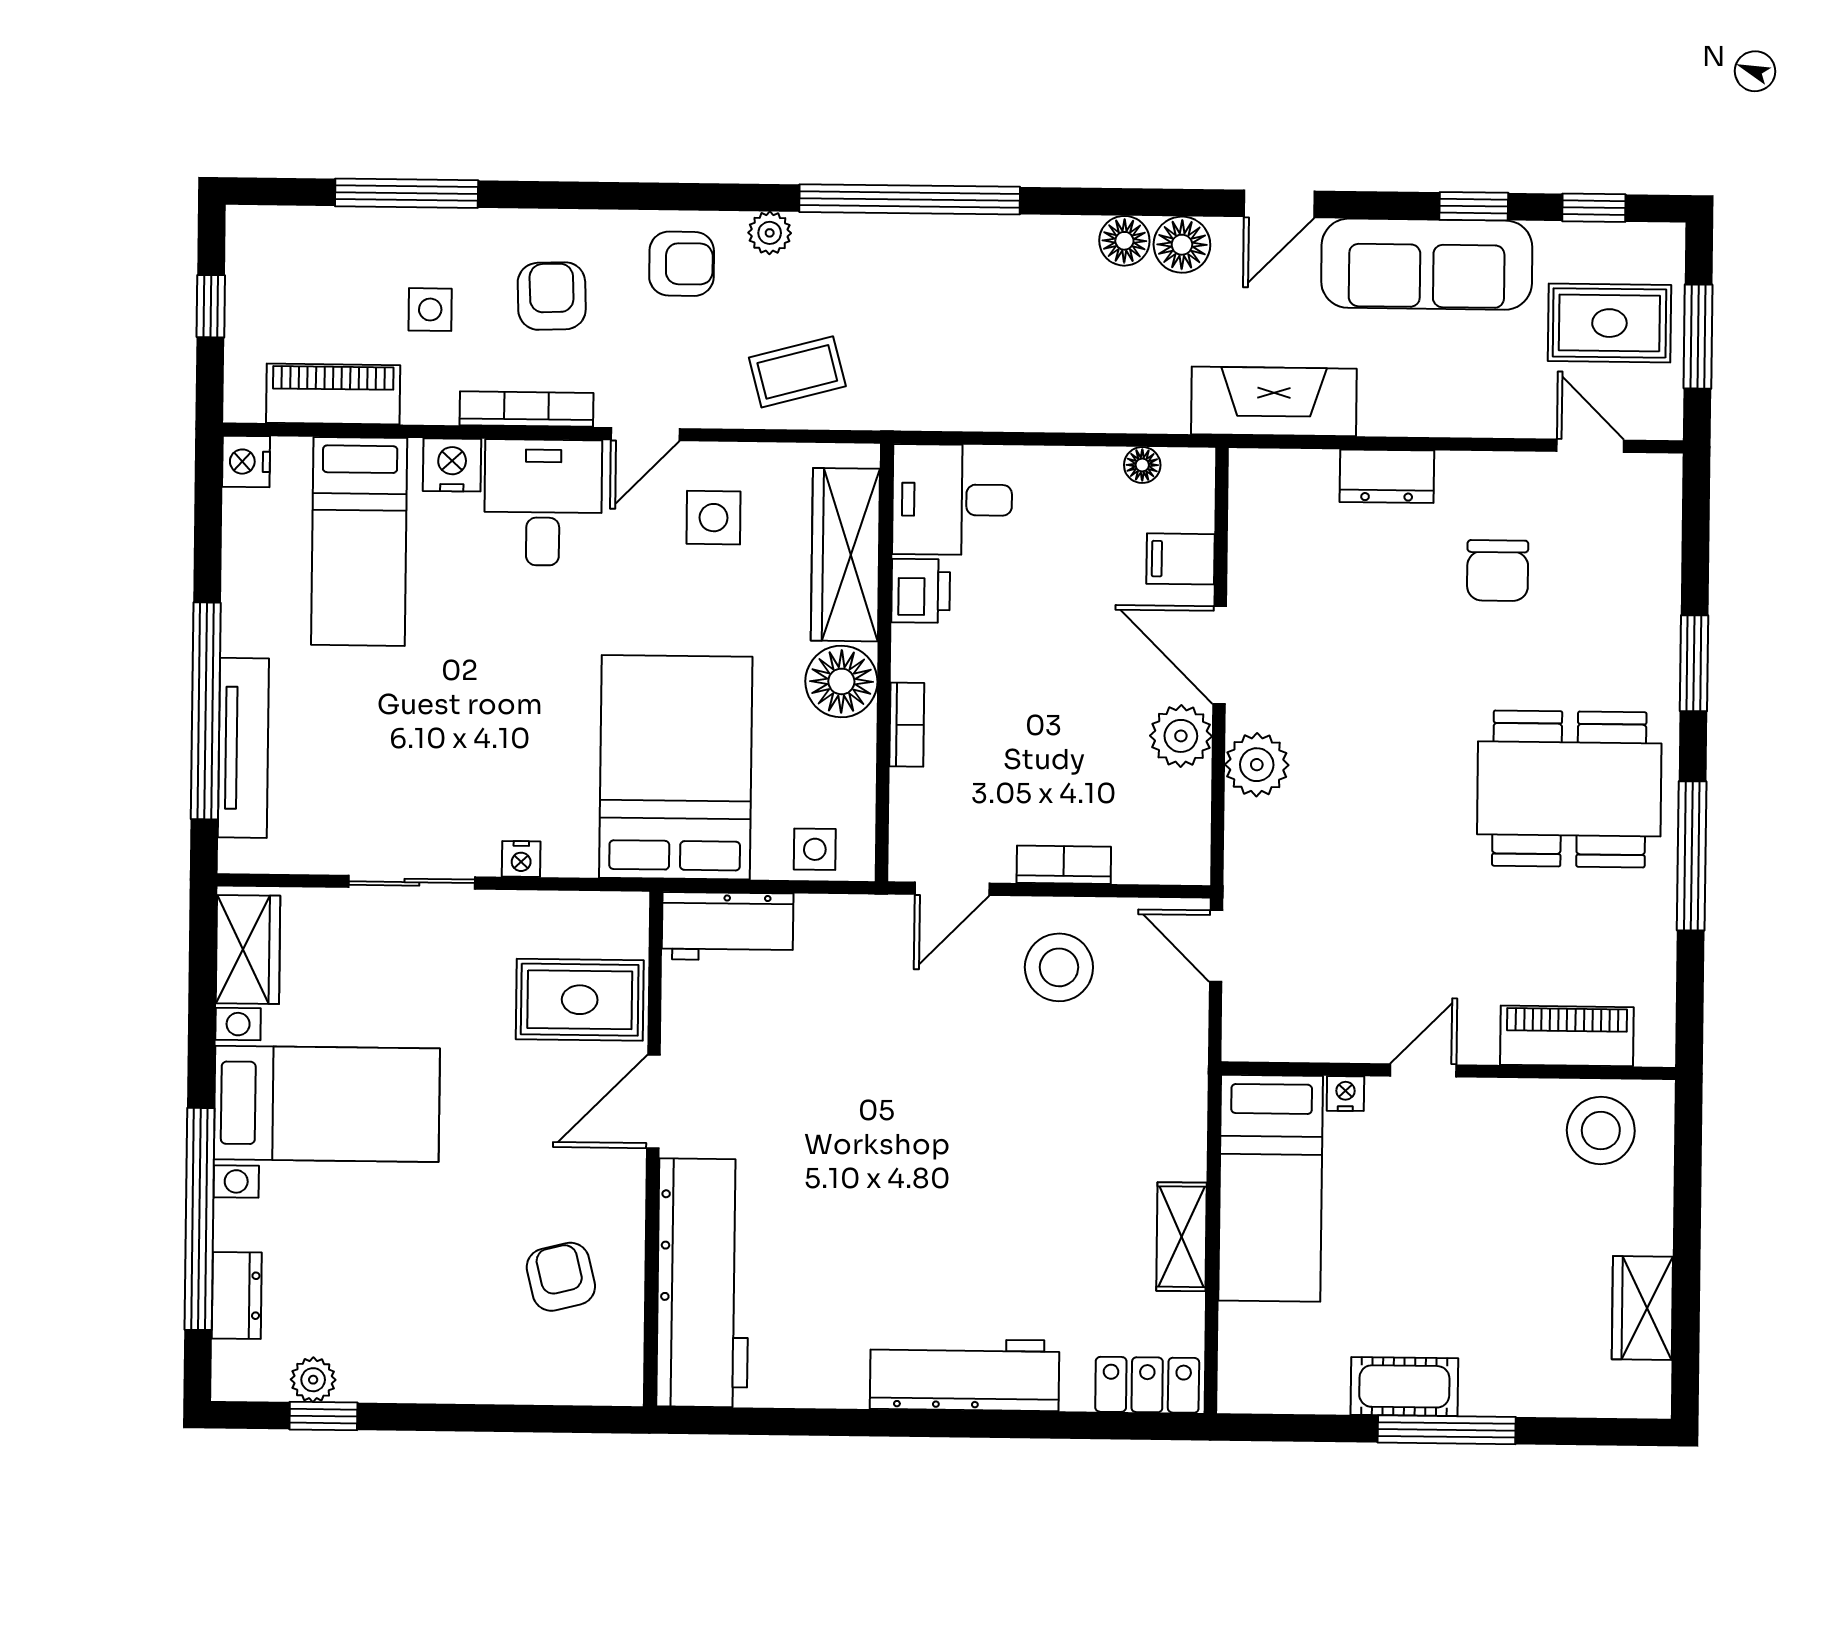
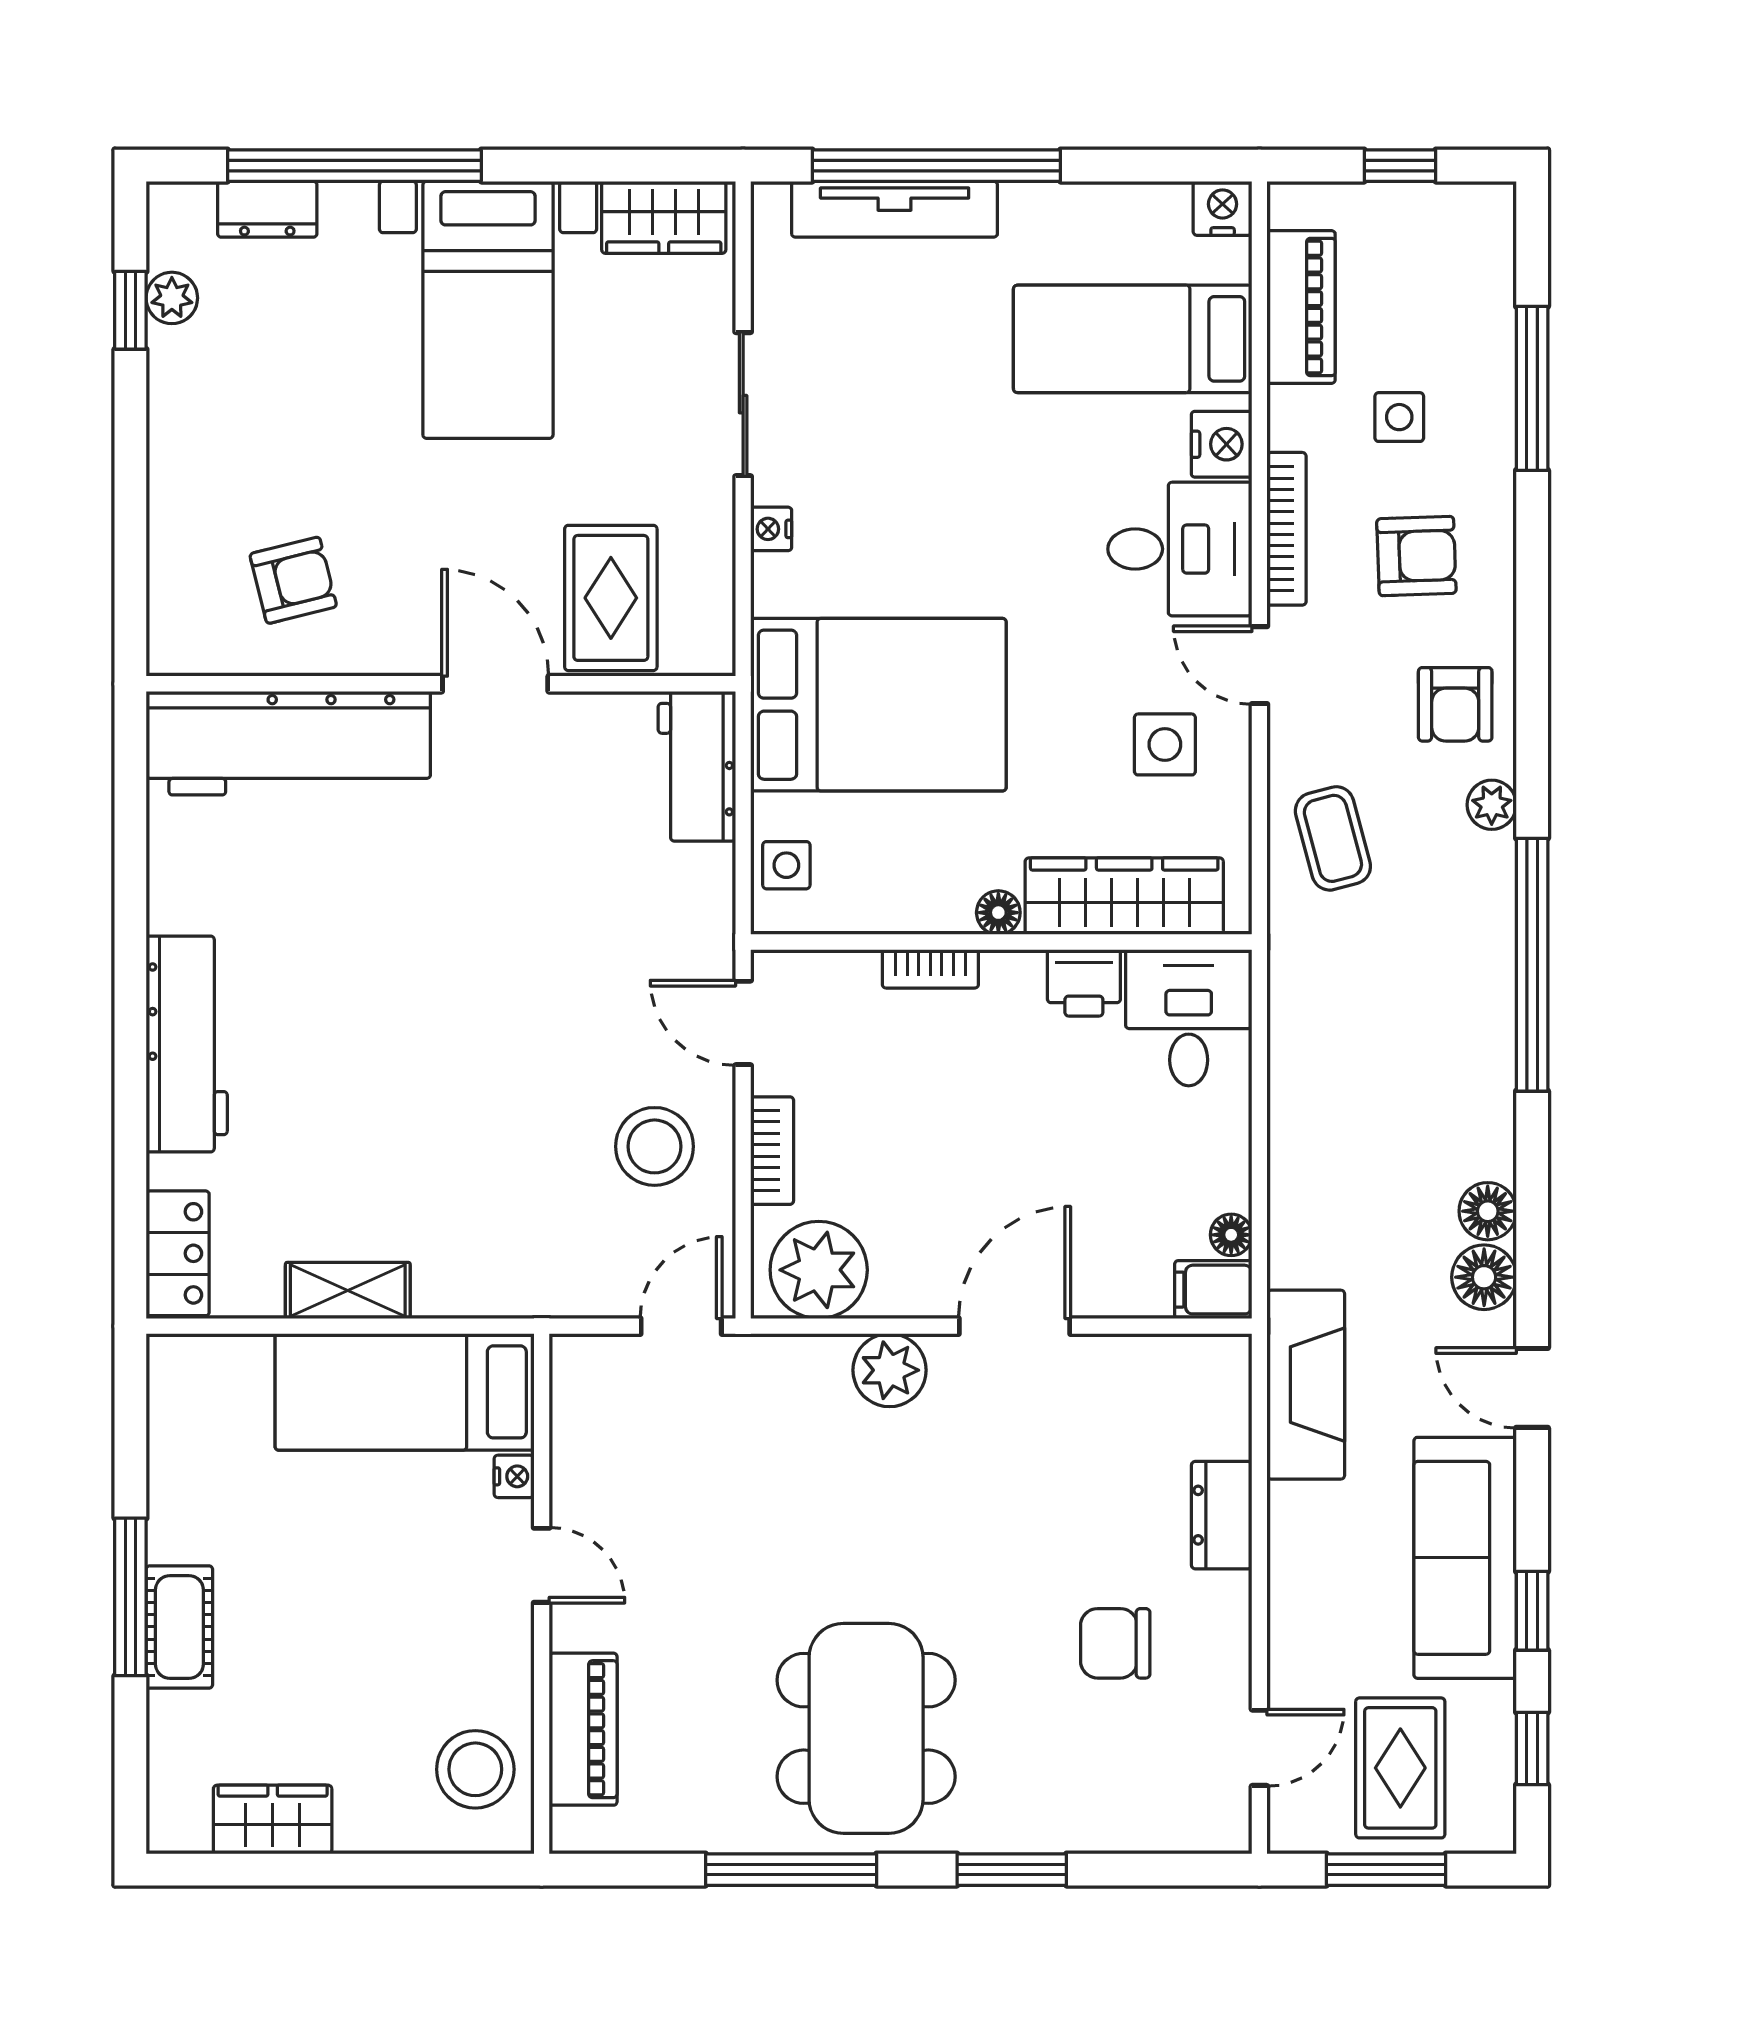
filing cabinet: (1180, 559) -> (1213, 1290), moved, turned -90
floor lamp: (841, 681) -> (998, 913), width x0.53, depth x0.53
plant: (1181, 736) -> (819, 1270), moved, width x1.36, depth x1.36
cot: (1404, 1386) -> (179, 1627), moved

